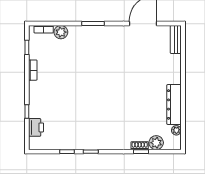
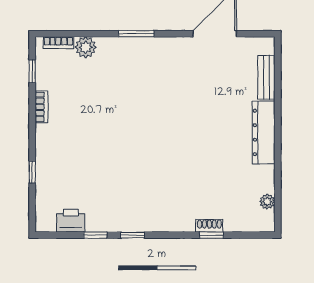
bench: (176, 39) -> (266, 77), moved
dresser: (174, 104) -> (264, 132), moved
printer: (36, 127) -> (71, 221), moved, turned -90
plant: (156, 143) -> (235, 221), removed

